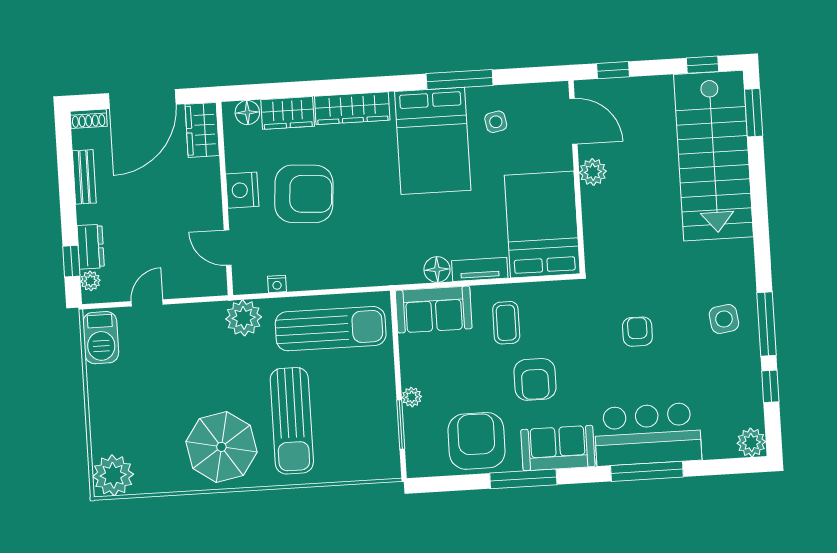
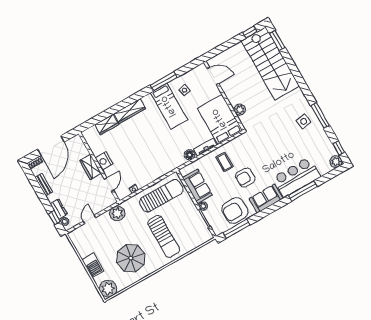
window: (613, 70) -> (218, 50), removed
floor lamp: (247, 113) -> (92, 132), removed
wardrobe: (202, 130) -> (90, 167), moved
bed: (433, 141) -> (169, 106), width x0.67
plant: (593, 172) -> (240, 110), moved
armchair: (304, 194) -> (127, 151), removed
door: (228, 248) -> (109, 185), swing flipped
sofa: (434, 310) -> (197, 186), moved, turned -90
plant: (244, 318) -> (117, 213), moved
armchair: (637, 332) -> (274, 142), removed
barbecue: (101, 338) -> (93, 265), moved
armchair: (535, 379) -> (245, 177), turned 90
window: (770, 386) -> (339, 148), moved
armchair: (476, 441) -> (235, 211), turned -92
parasol: (221, 447) -> (131, 258), moved
window: (523, 479) -> (236, 229), moved

